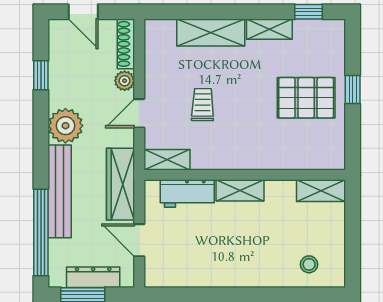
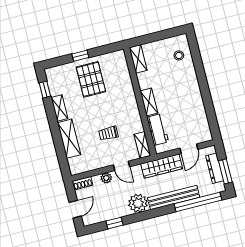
shoe rack: (126, 44) -> (83, 183), width x0.70

